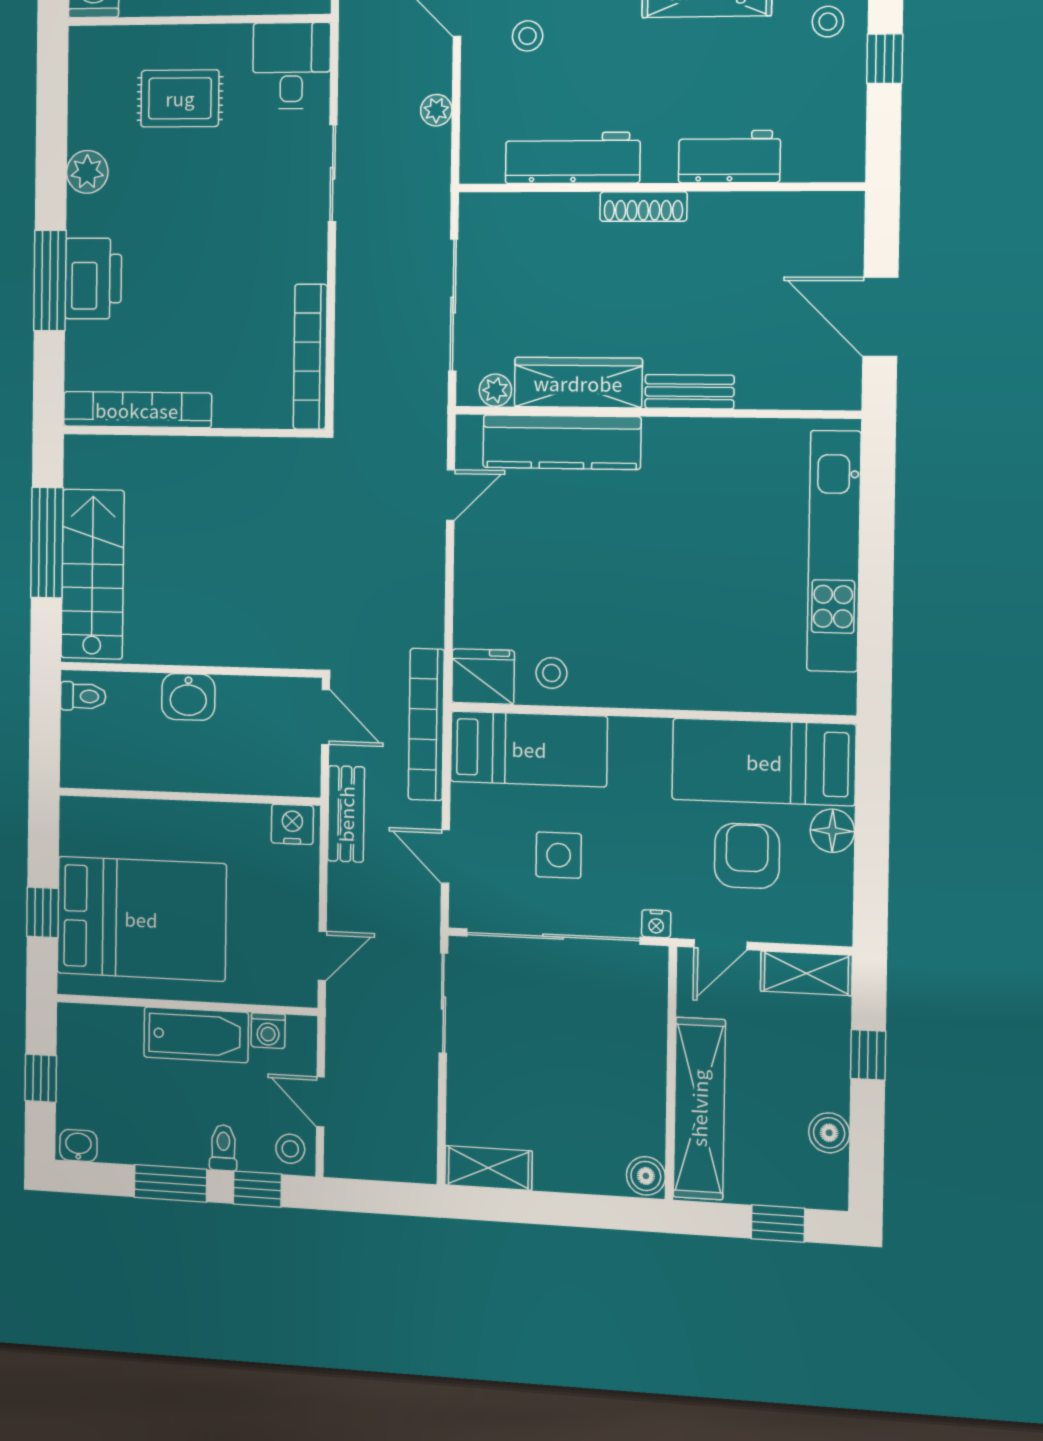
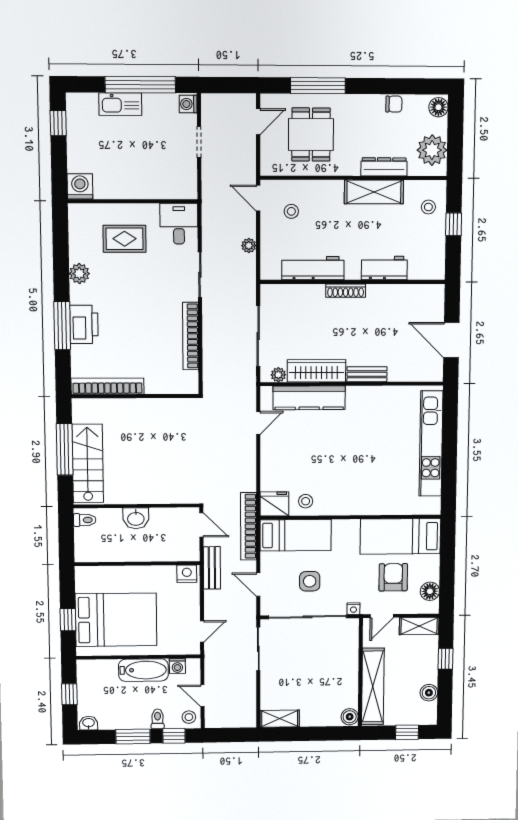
bookcase: (310, 357) -> (191, 336), moved
floor lamp: (832, 831) -> (430, 591), moved

